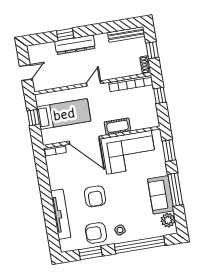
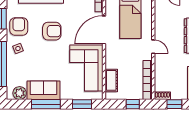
cot: (117, 126) -> (111, 80), moved
armchair: (95, 196) -> (52, 31), turned 180

